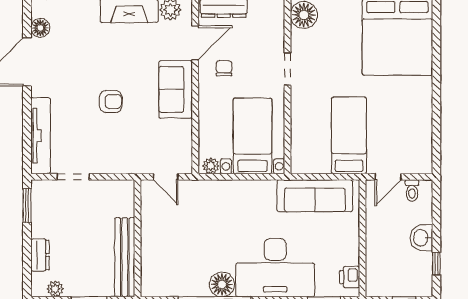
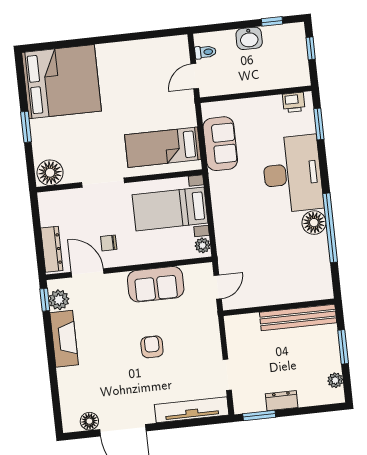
doorway: (287, 69) -> (103, 183), width x1.38
sofa: (176, 89) -> (156, 284), moved
bed: (349, 135) -> (163, 147), moved
door: (388, 177) -> (195, 76), swing flipped
sofa: (315, 196) -> (220, 144), width x0.73
dresser: (40, 255) -> (282, 401), moved

